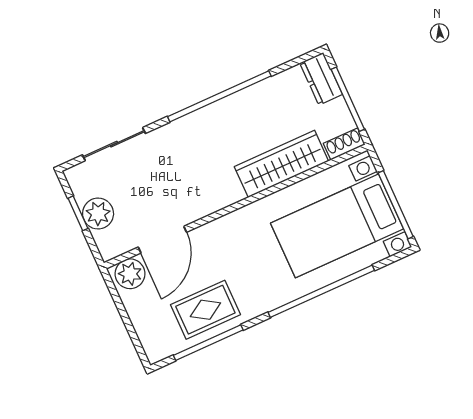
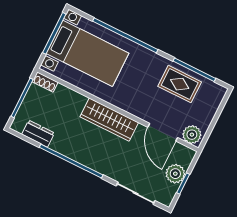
dresser: (321, 79) -> (38, 134), moved, turned -90
wardrobe: (281, 164) -> (109, 120), moved
door: (162, 240) -> (163, 132), swing flipped

